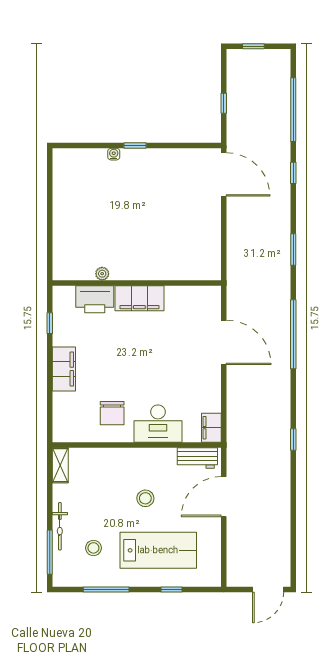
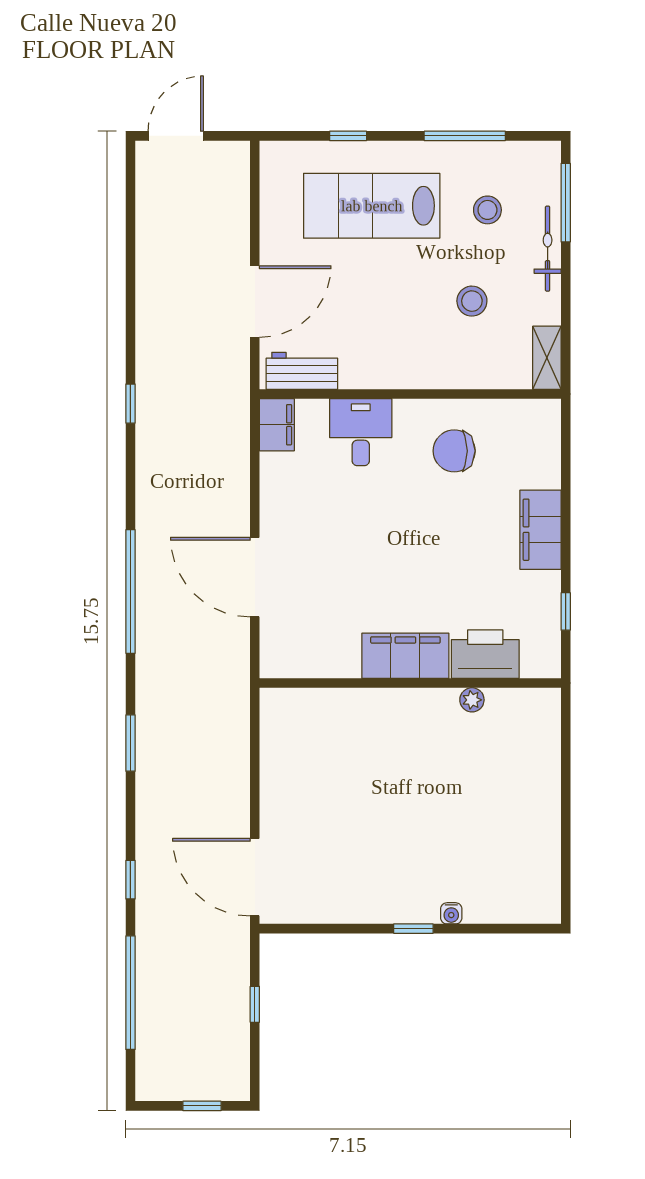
chair: (112, 413) -> (454, 451), turned -90
desk: (158, 424) -> (361, 432), width x0.73
stool: (145, 498) -> (472, 301), moved

